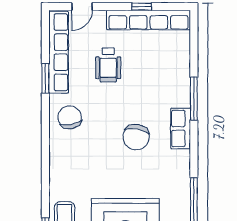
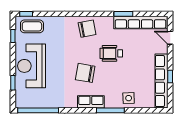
wheelchair: (108, 65) -> (111, 53), moved
side table: (175, 70) -> (129, 98), added
chair: (70, 117) -> (87, 29), moved

